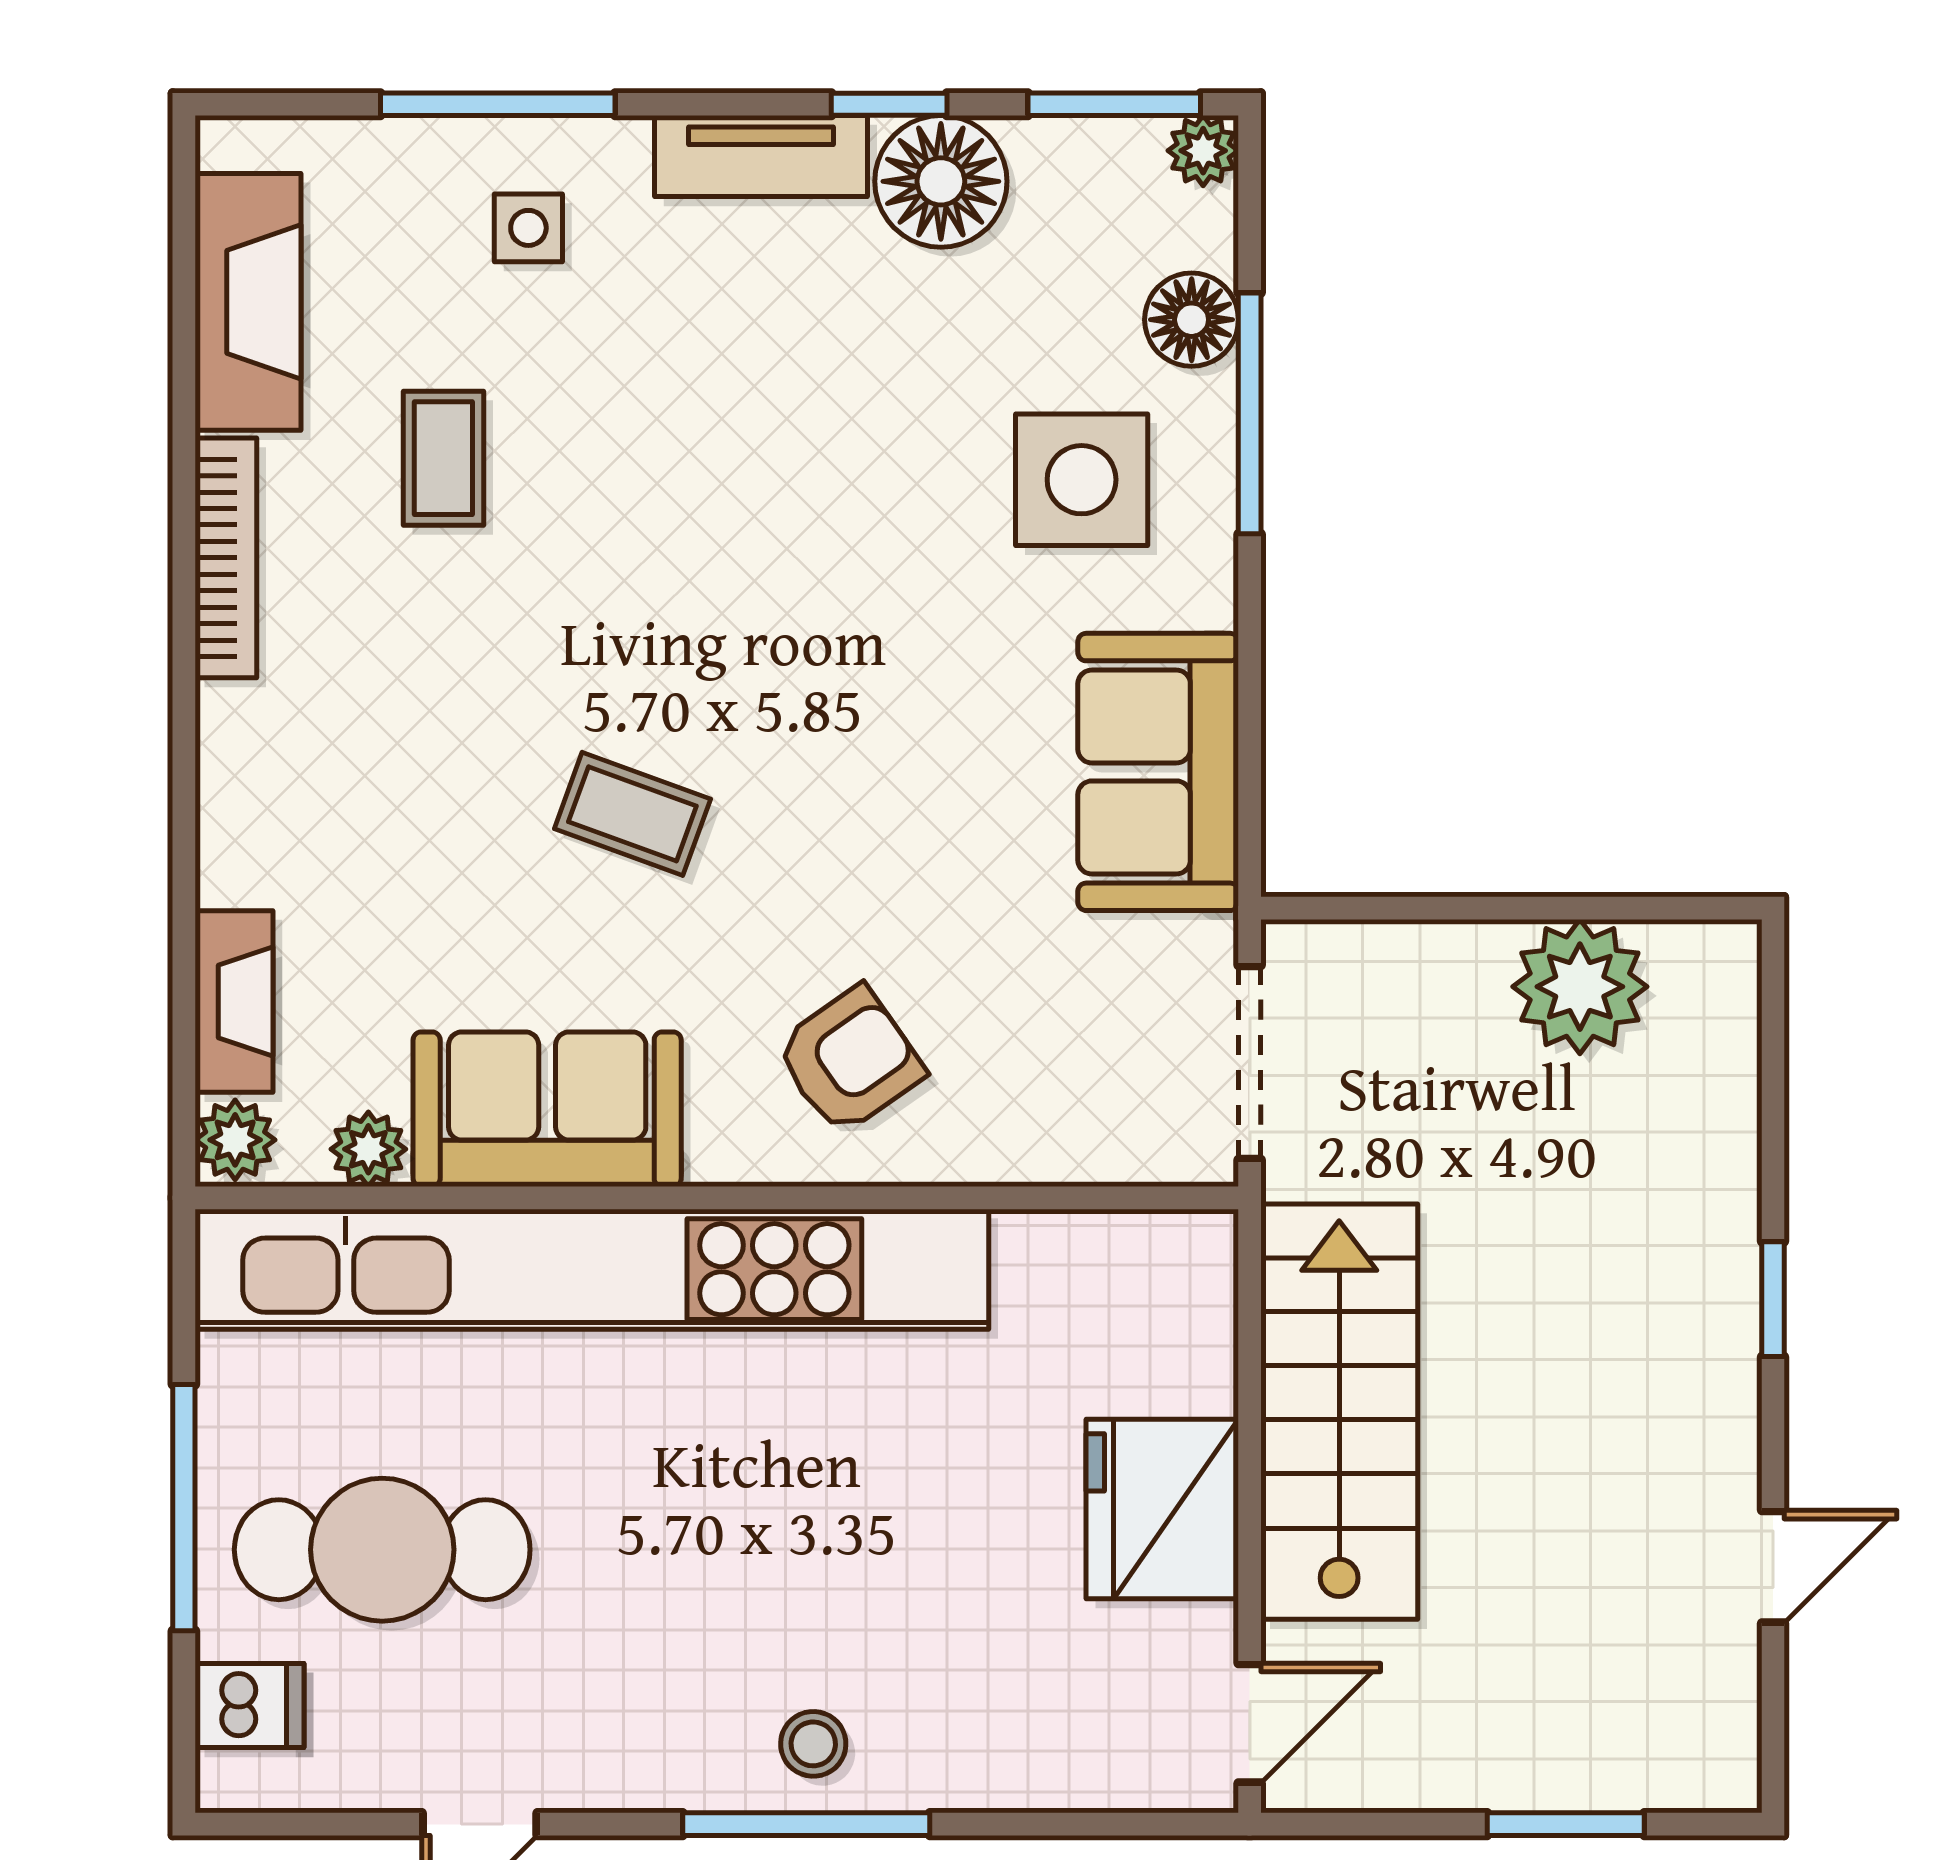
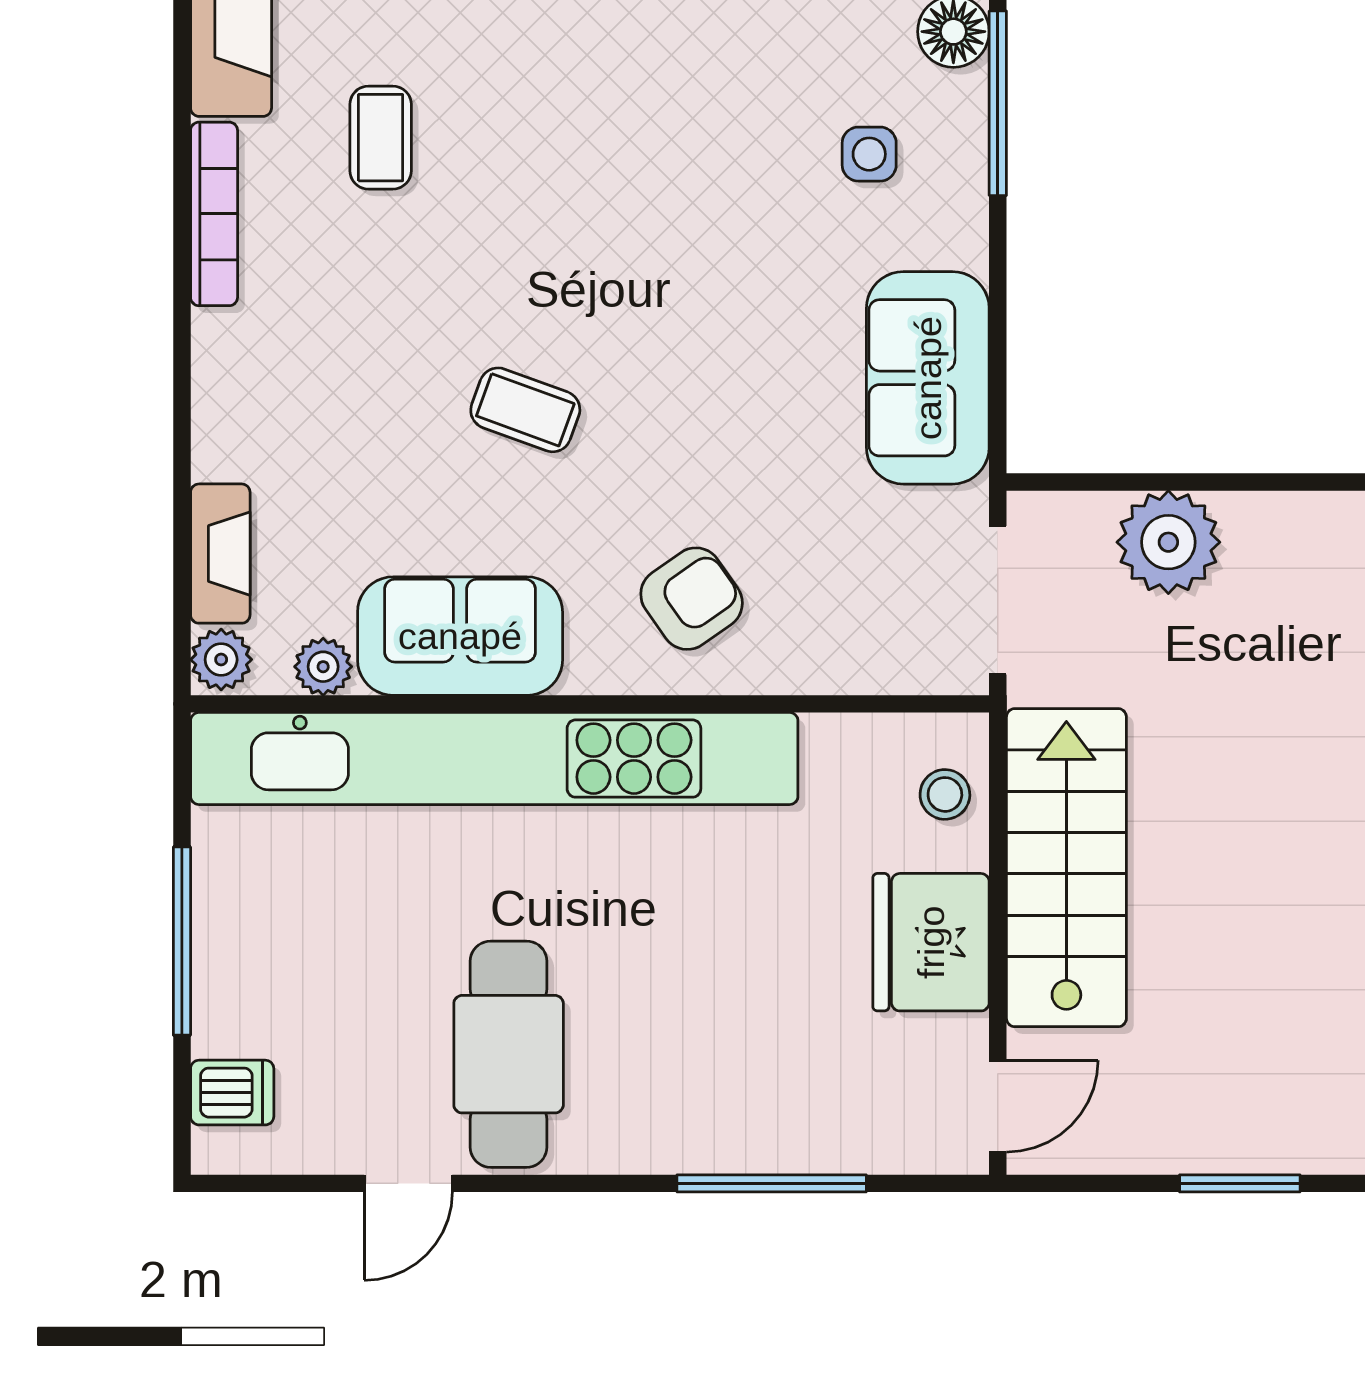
side table: (1082, 480) -> (869, 154), width x0.54, depth x0.54
plant: (1580, 987) -> (1168, 542), moved
cafe table: (382, 1550) -> (509, 1054), moved, turned 90
stool: (813, 1744) -> (945, 794), moved
window: (806, 1824) -> (772, 1183), moved

